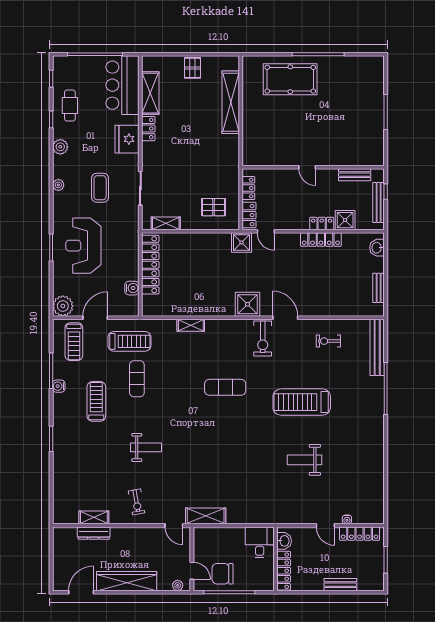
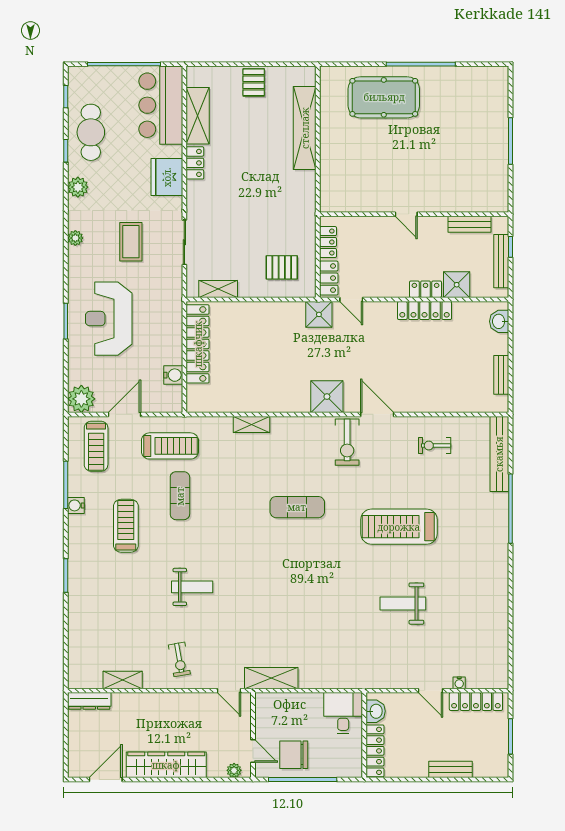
cafe table: (70, 105) -> (91, 132), width x1.37, depth x1.35
dresser: (94, 533) -> (89, 701), moved

